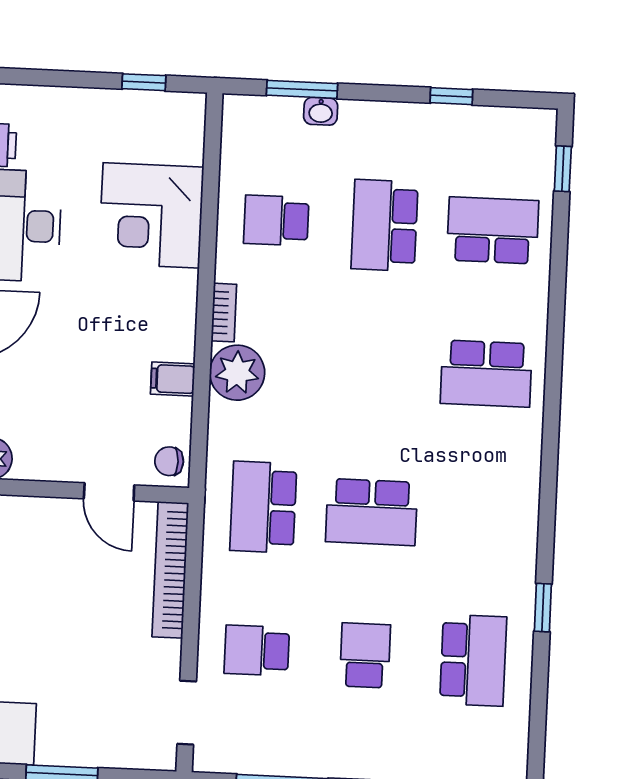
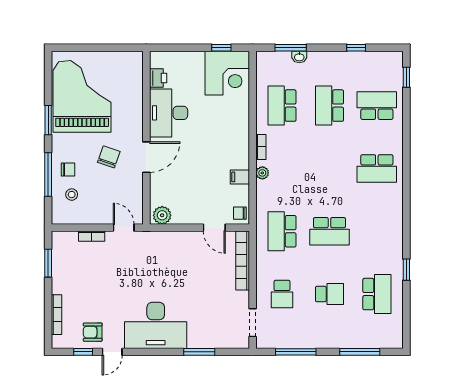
corner desk: (151, 215) -> (227, 73), moved, turned -90
school desk: (276, 220) -> (282, 106), width x1.85
plant: (237, 373) -> (262, 173), width x0.53, depth x0.53
school desk: (257, 650) -> (282, 294), turned -90
school desk: (365, 655) -> (329, 294), turned 90

